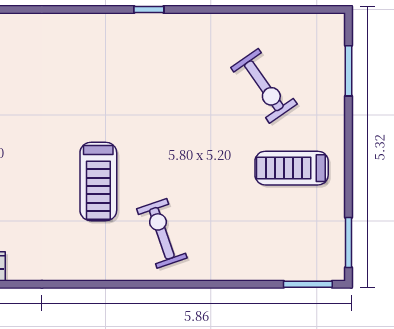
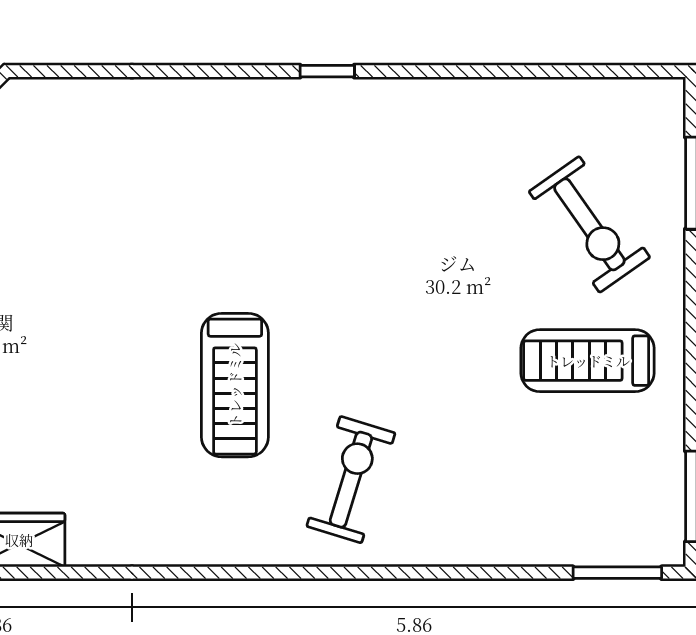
exercise bike: (264, 86) -> (589, 224), moved
exercise bike: (162, 233) -> (351, 480), turned 36

